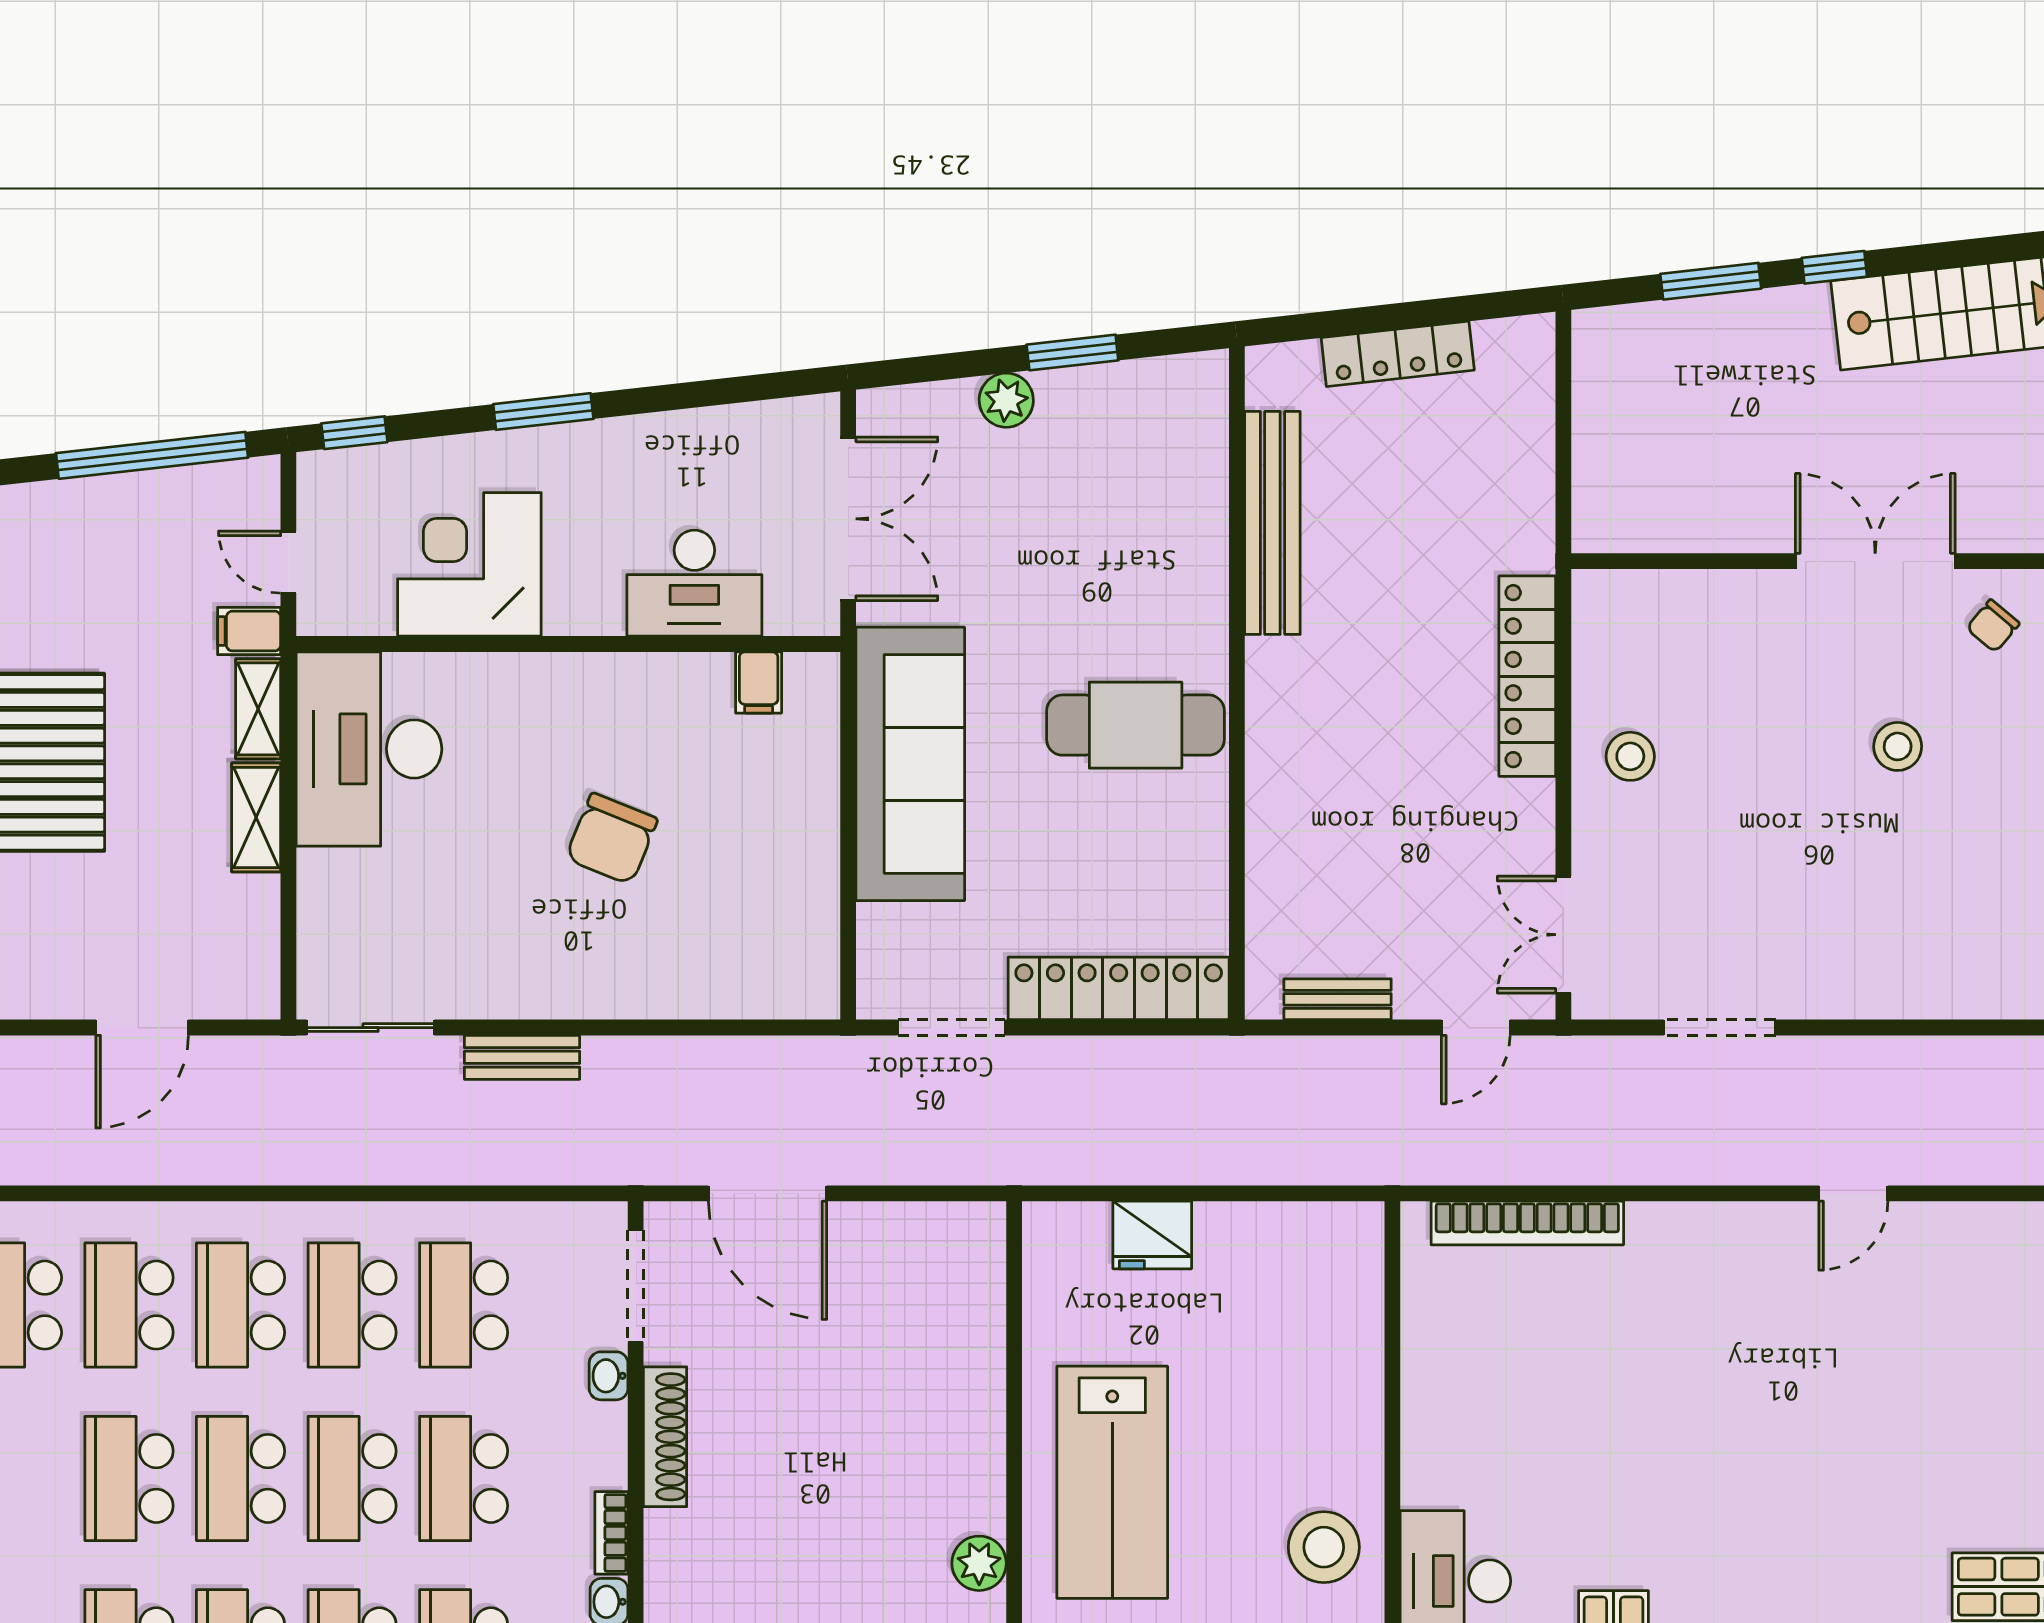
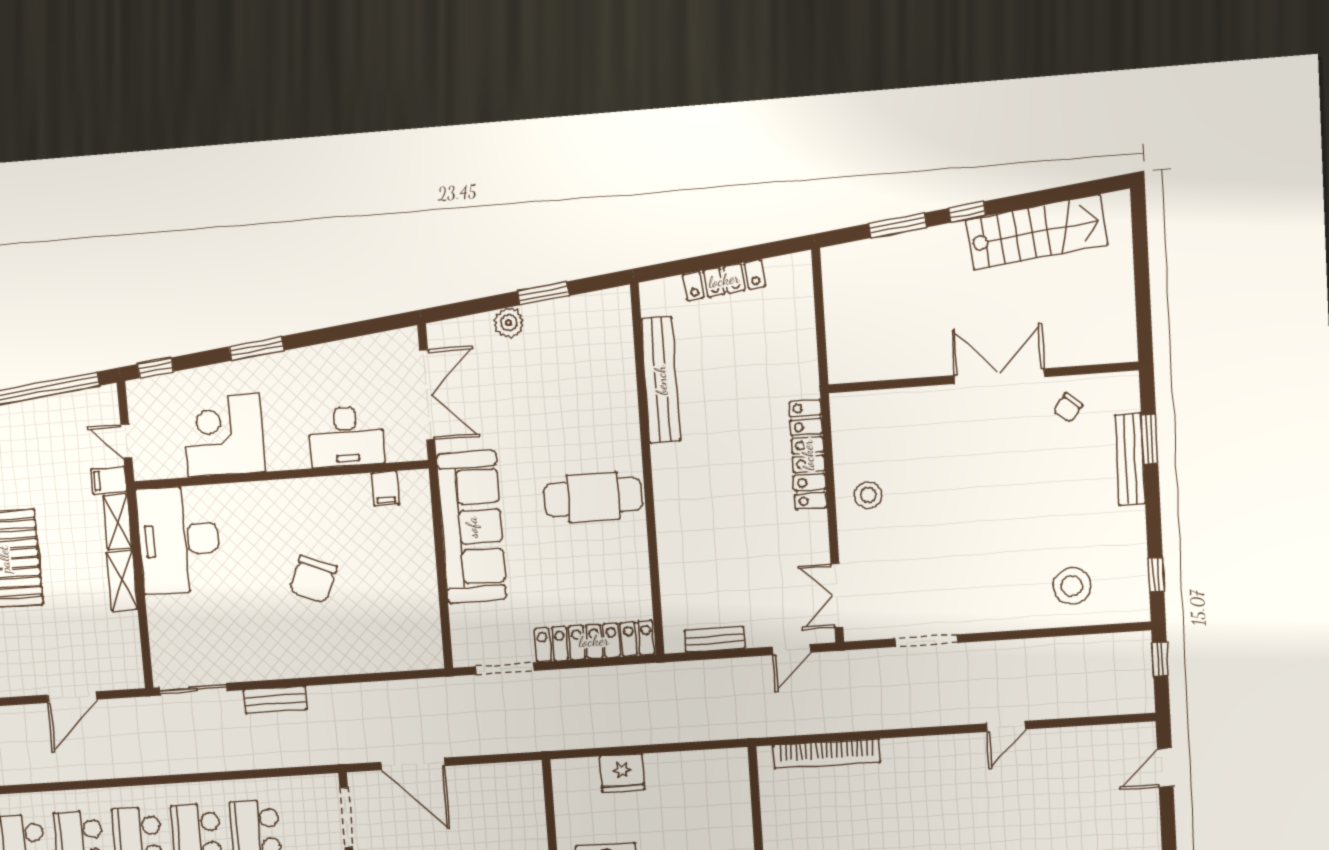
stool: (1898, 746) -> (1072, 586), moved, width x1.38, depth x1.38

